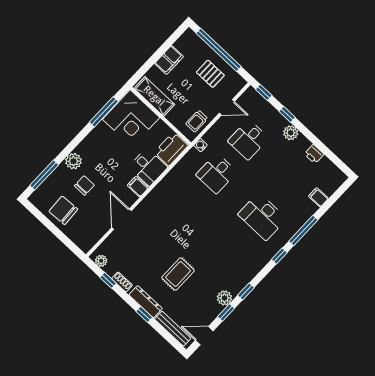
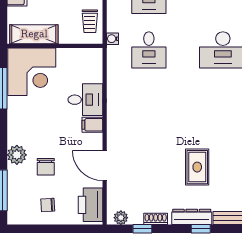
printer: (171, 149) -> (91, 205), moved
chair: (84, 185) -> (46, 167), turned 180
chair: (63, 210) -> (48, 205), width x0.54, depth x0.54

